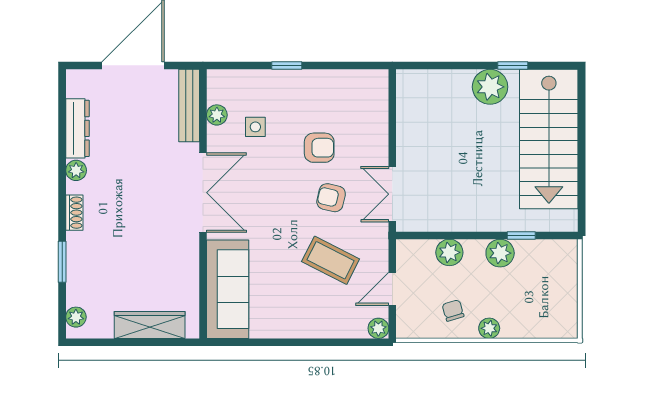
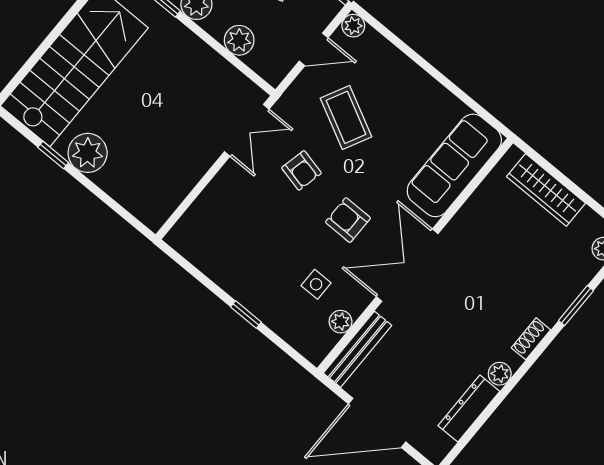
armchair: (319, 148) -> (348, 220), moved

